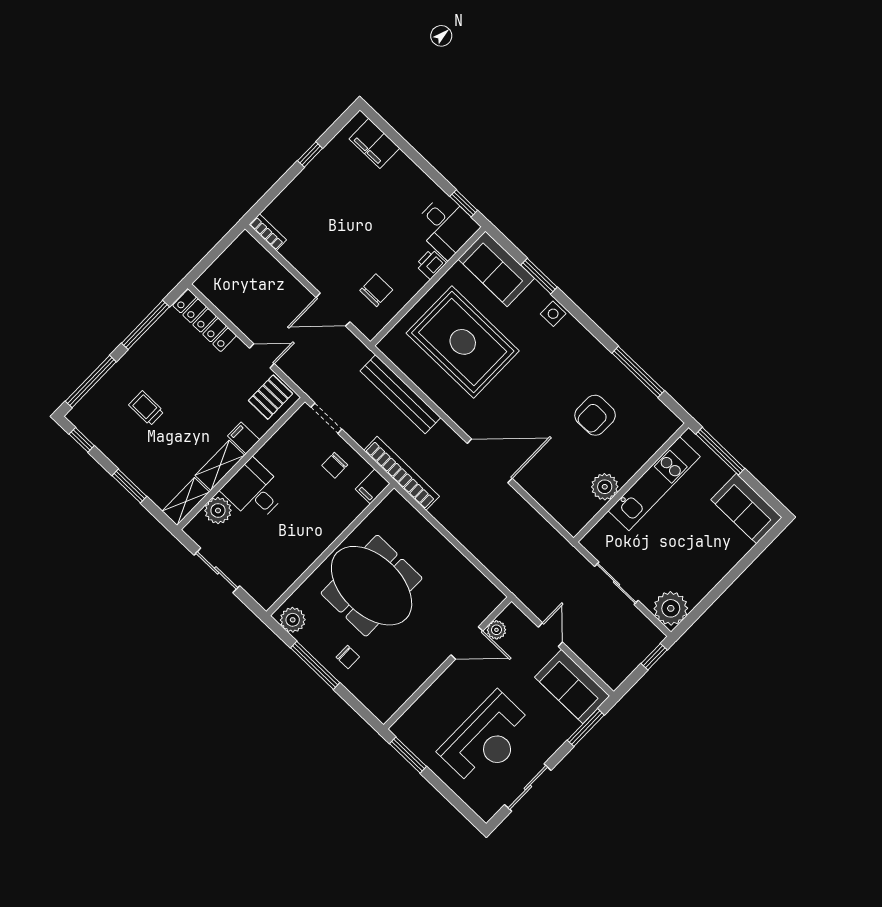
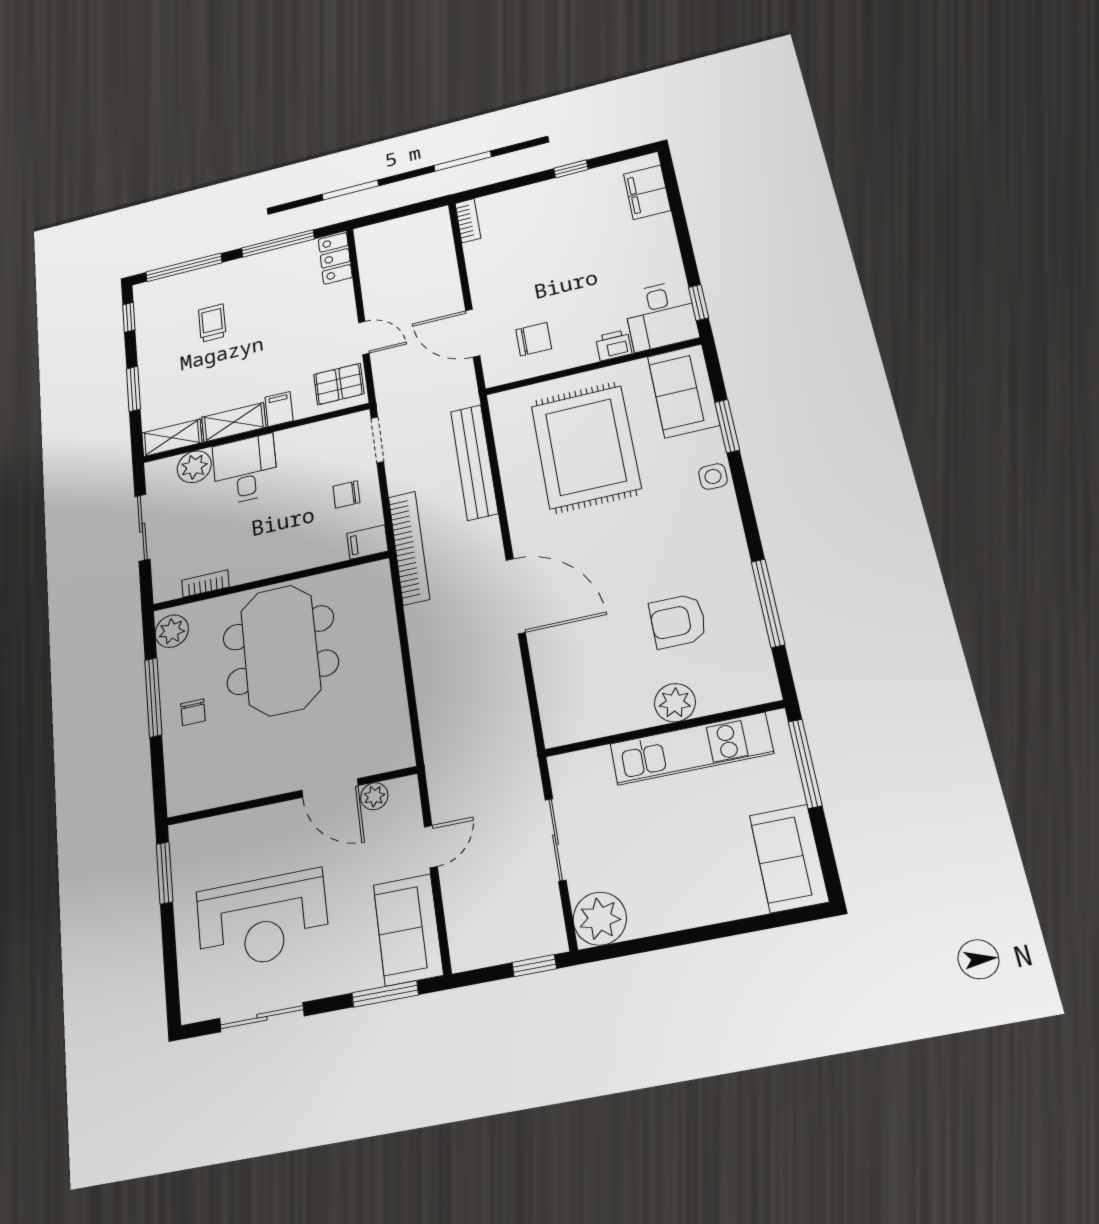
locker: (205, 320) -> (335, 258), width x0.66
plant: (605, 487) -> (675, 703), moved
bookcase: (290, 578) -> (205, 584), added

